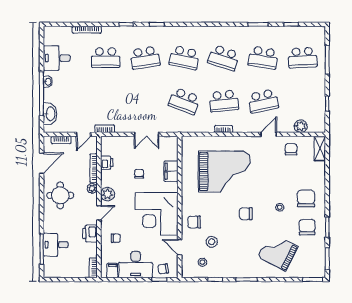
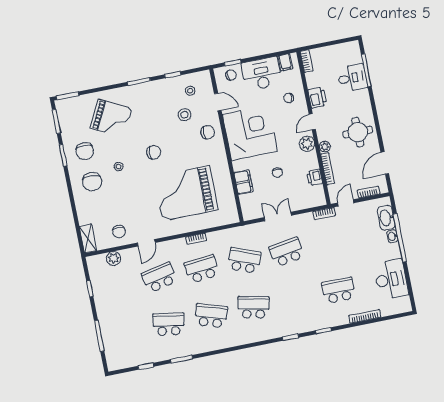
desk: (57, 58) -> (391, 279), width x1.37
school desk: (145, 58) -> (287, 252), moved
school desk: (303, 58) -> (126, 333), removed
washbasin: (48, 82) -> (392, 236), moved

